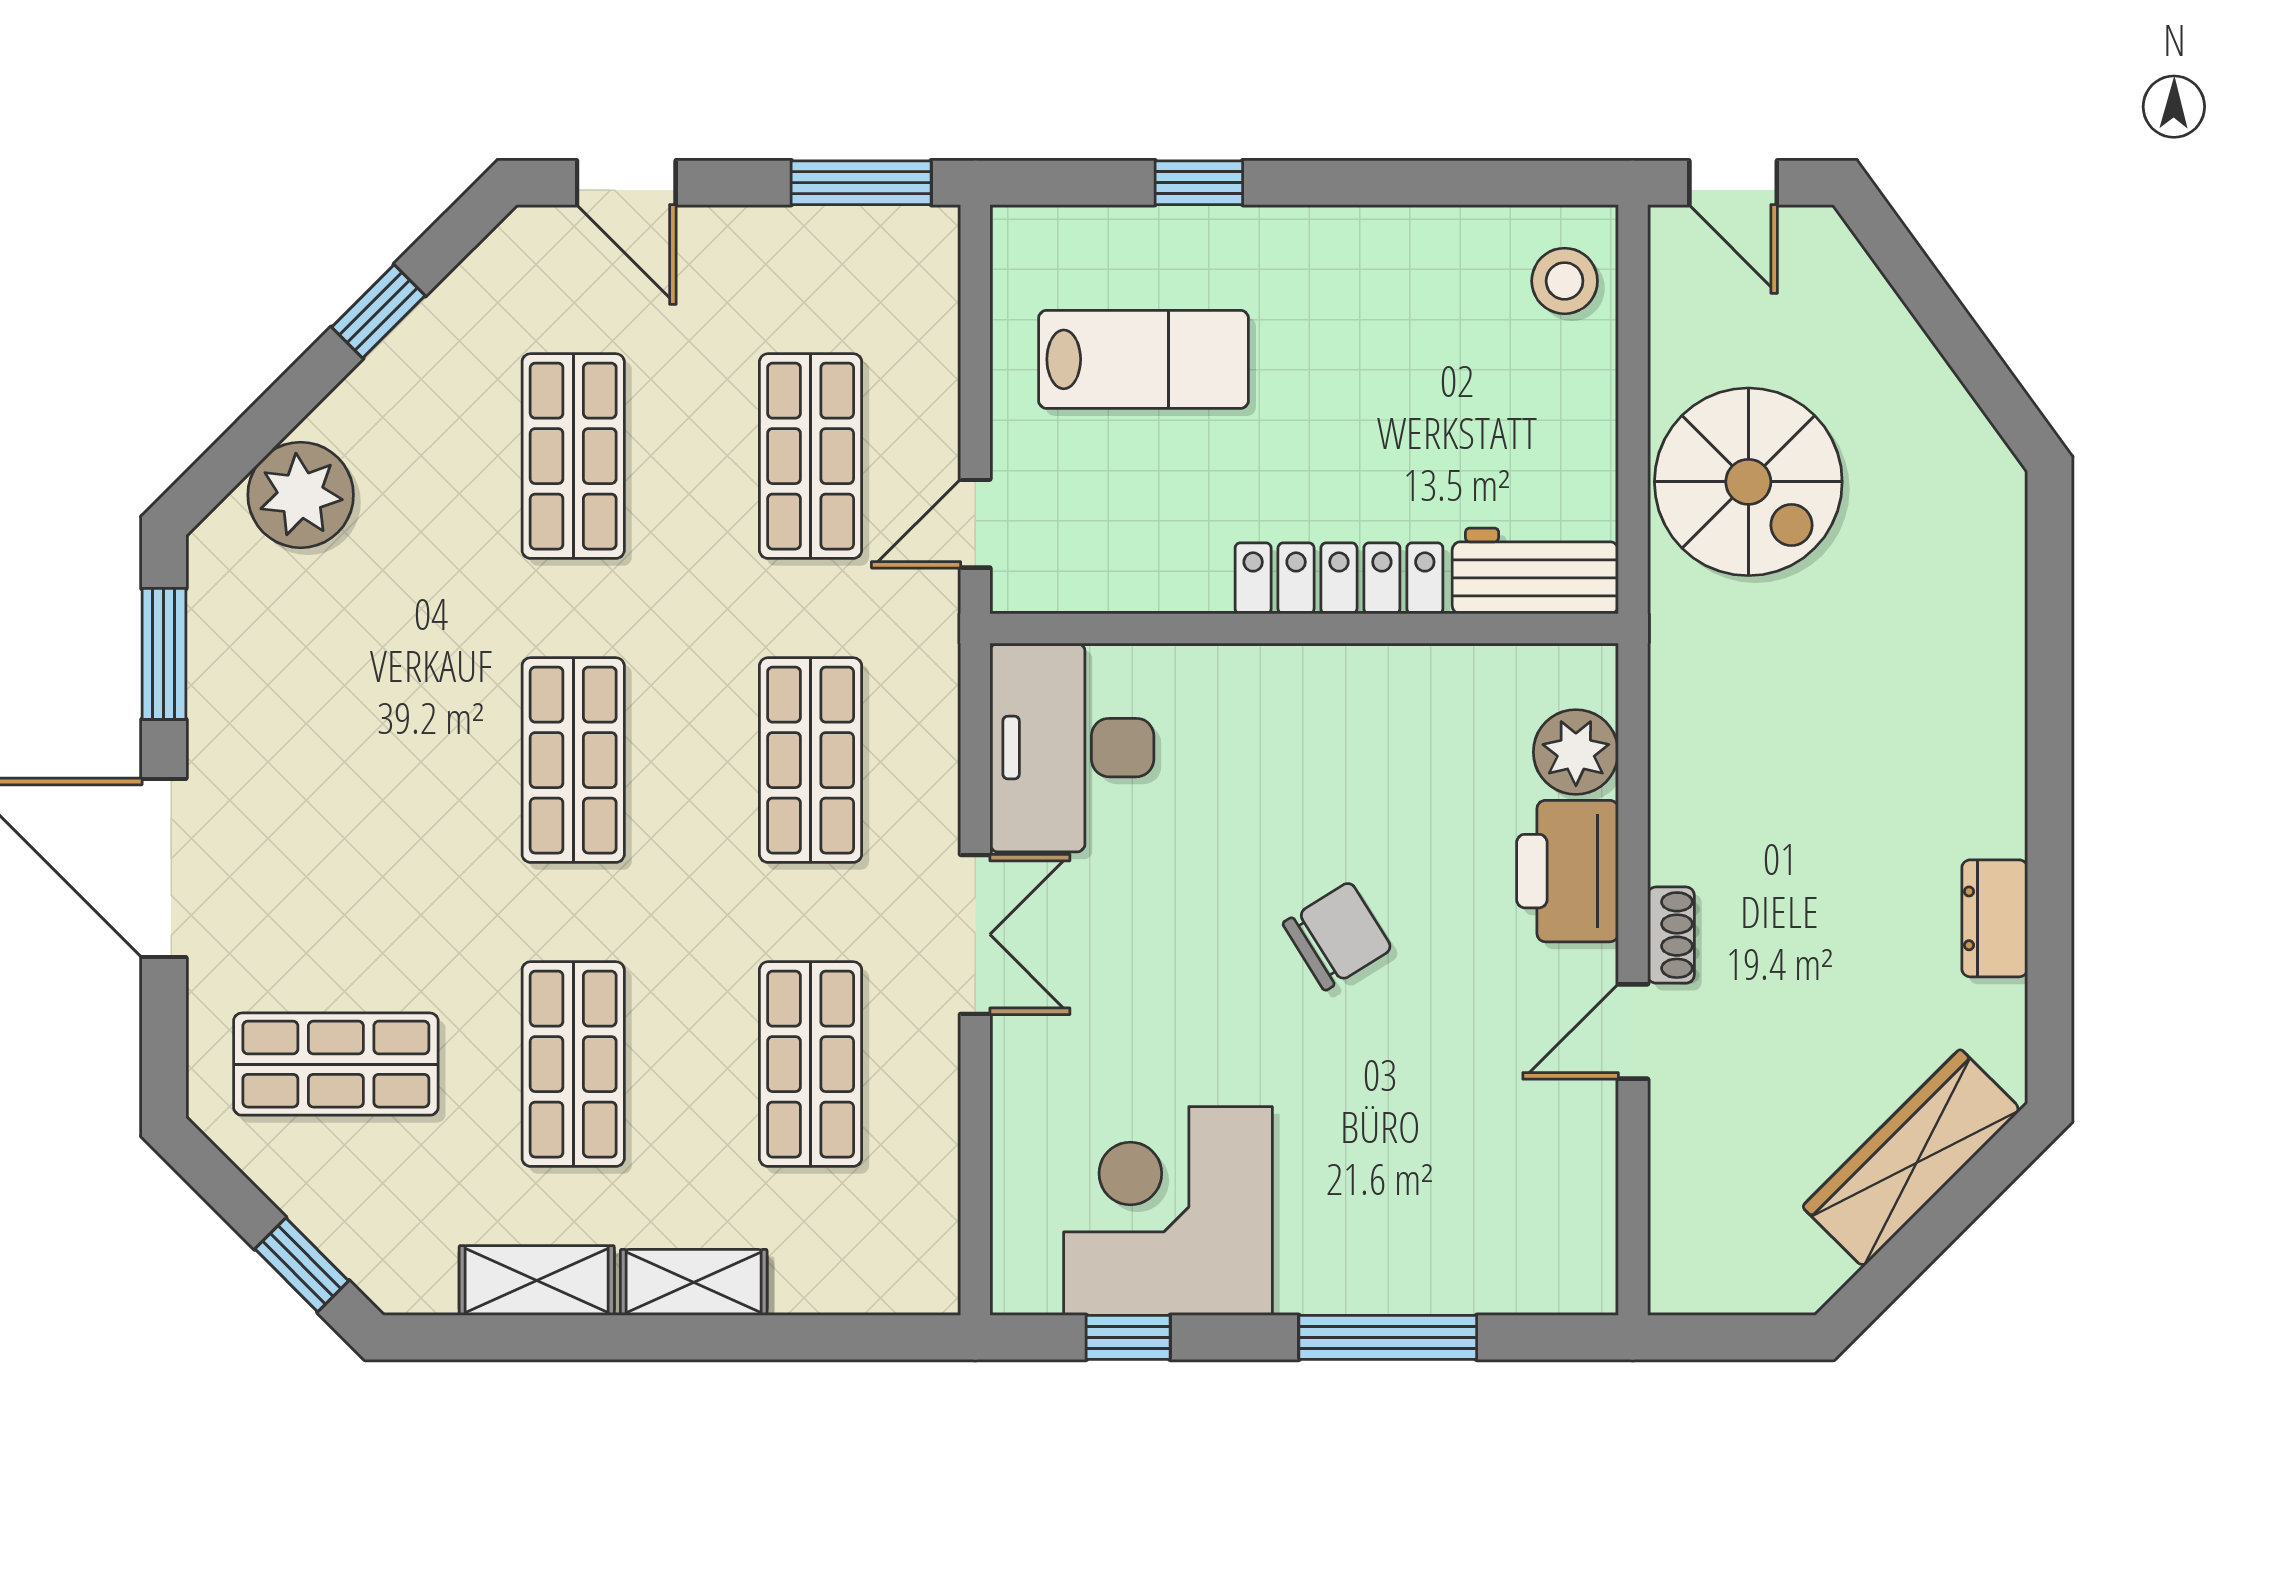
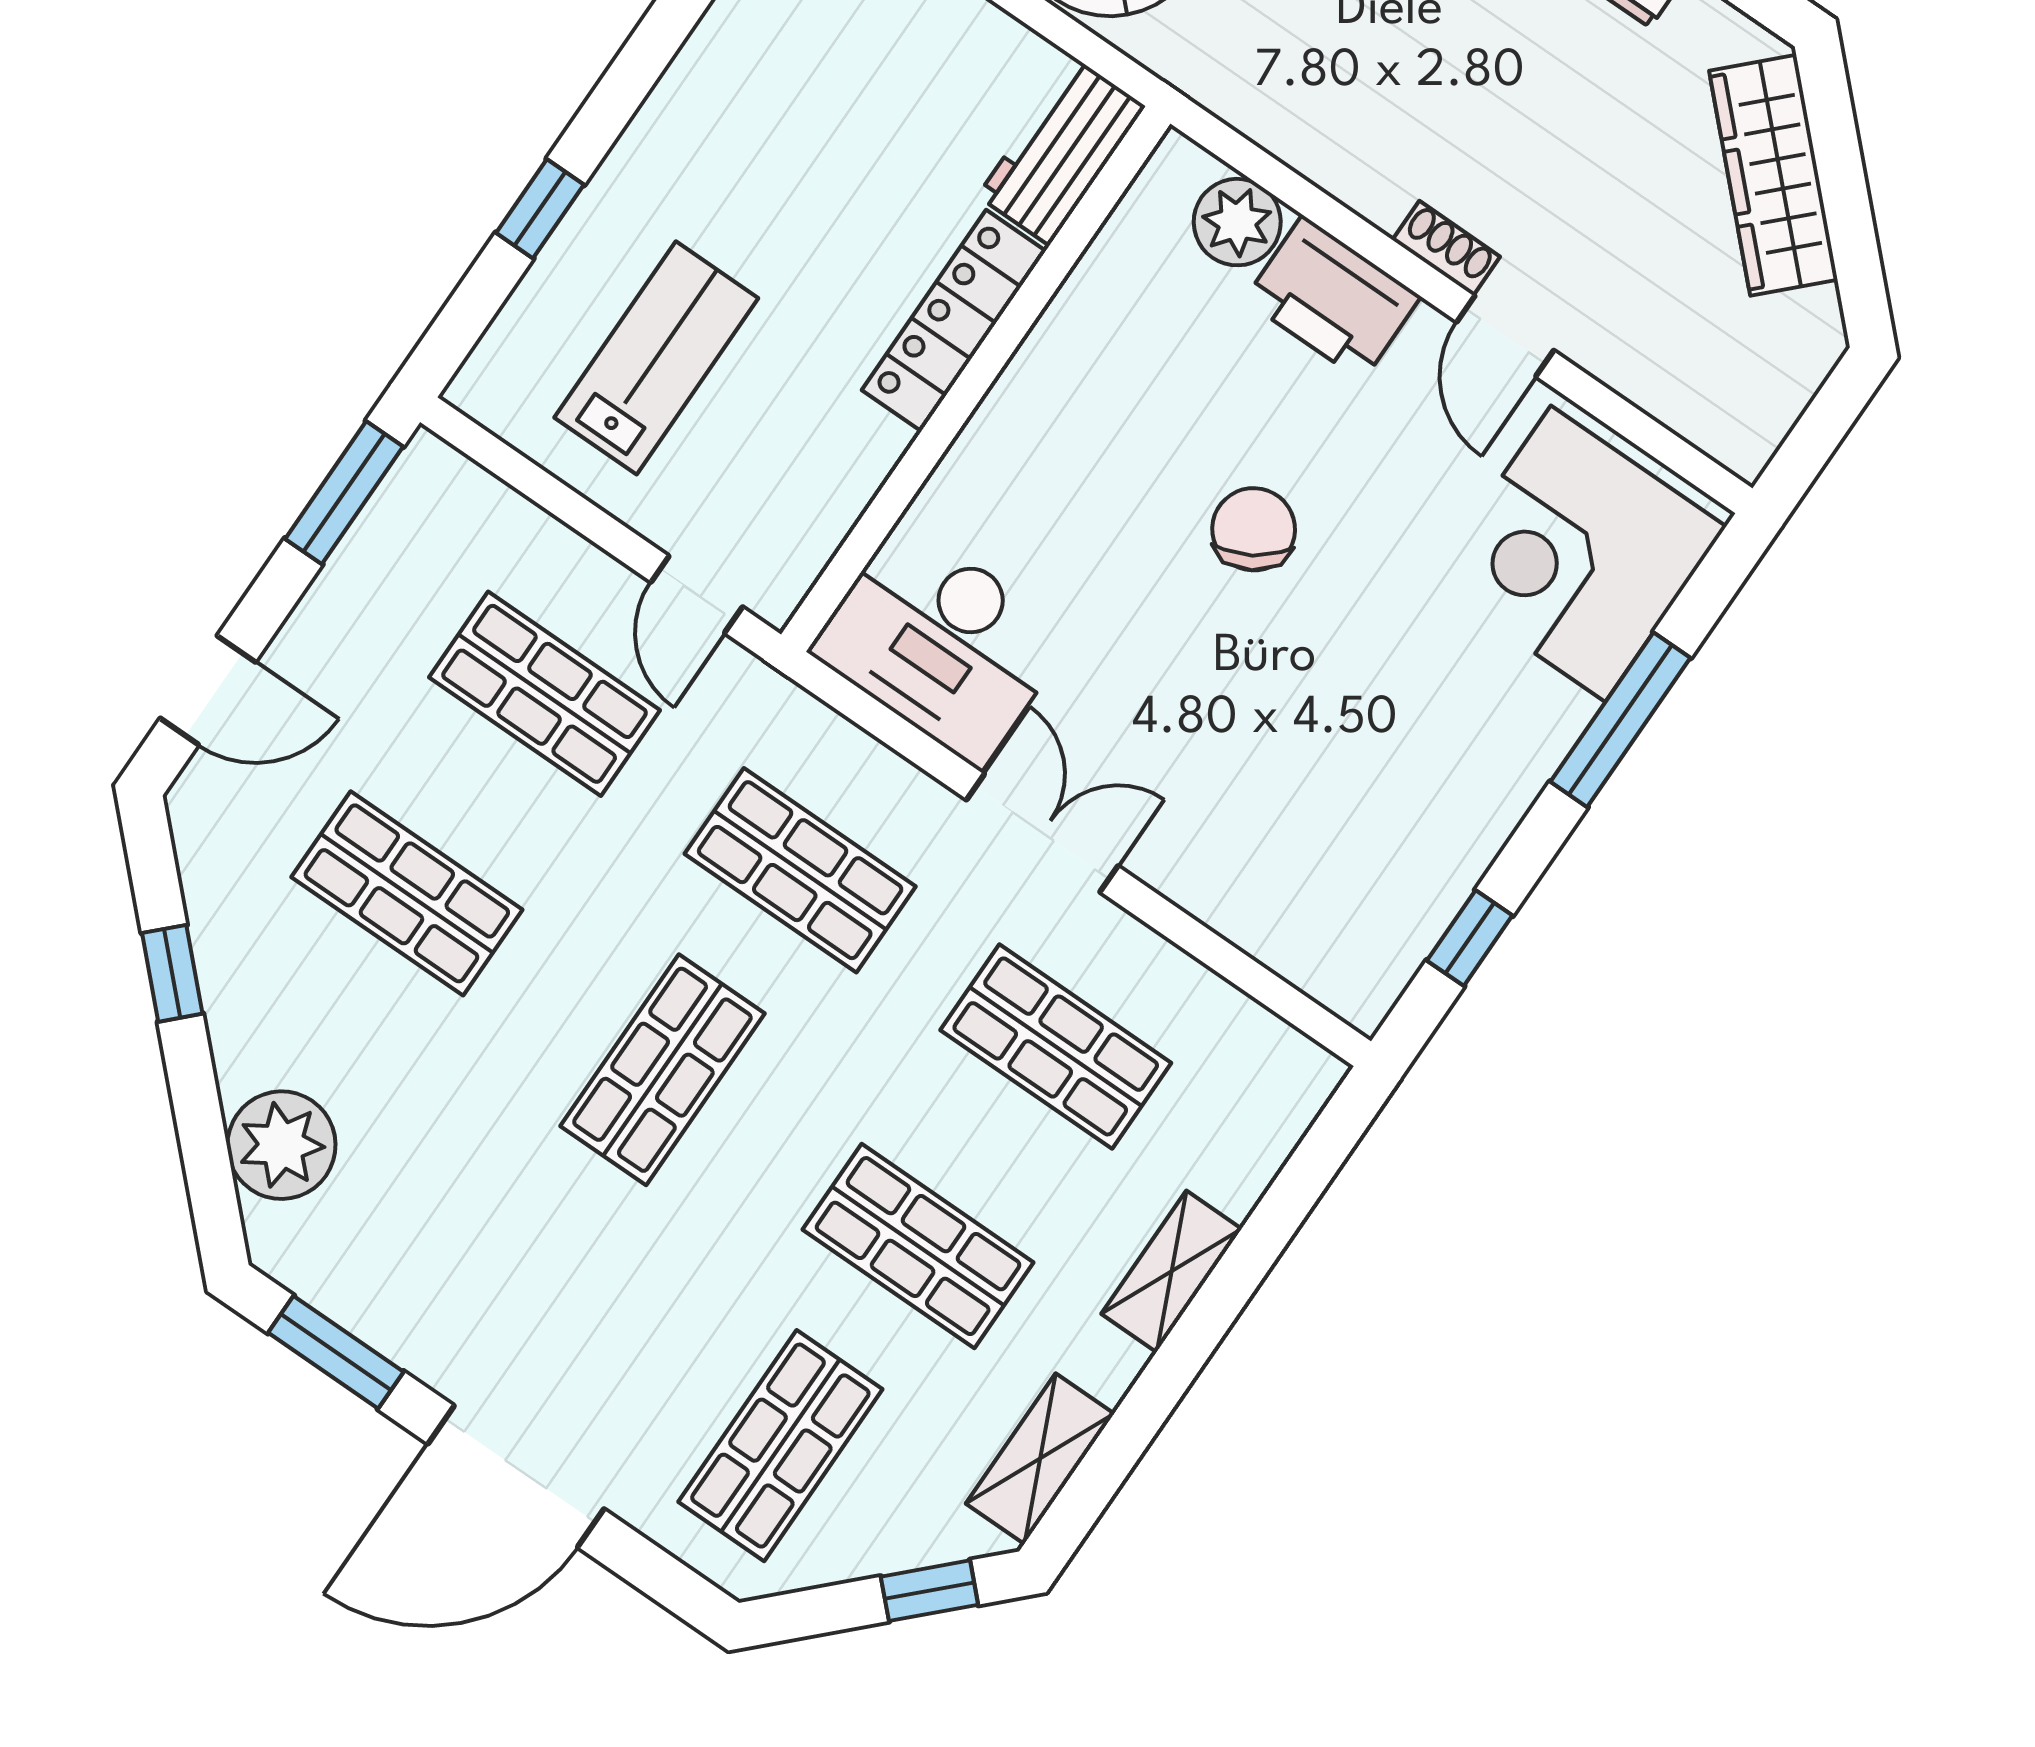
shop shelf: (573, 760) -> (662, 1070), turned 90
corner desk: (1168, 1211) -> (1578, 554), moved
shelving: (537, 1281) -> (1040, 1459), moved

